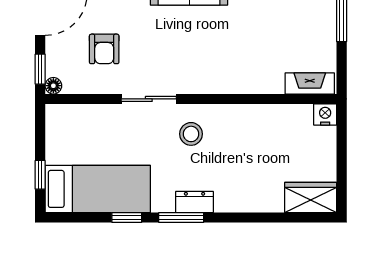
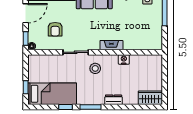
fireplace: (310, 83) -> (111, 45), moved
nightstand: (325, 114) -> (124, 59), moved
dresser: (195, 202) -> (114, 100), moved

